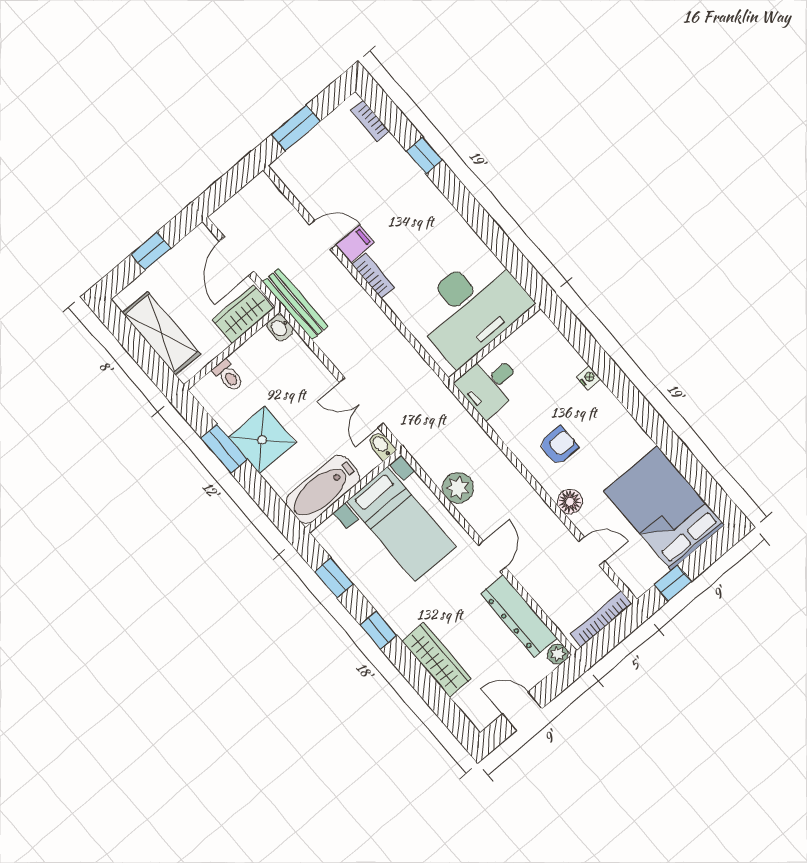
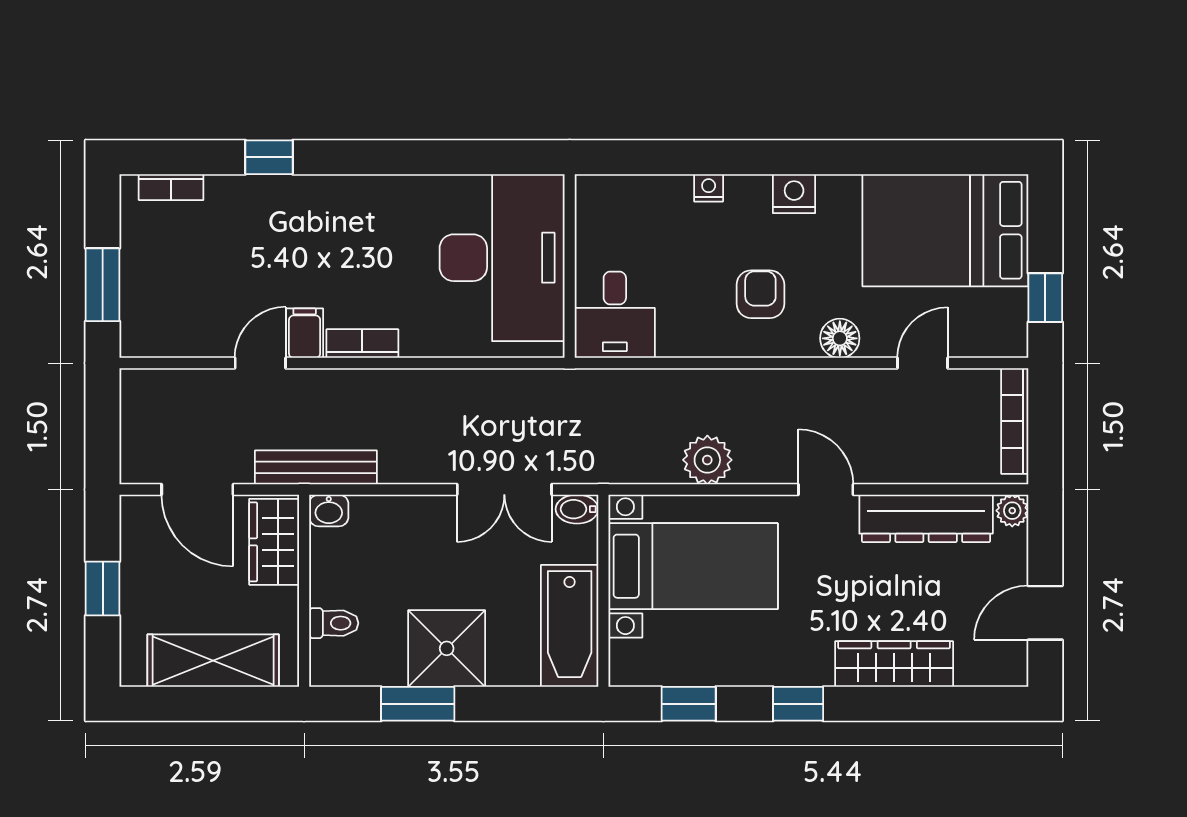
nightstand: (620, 421) -> (794, 194), added

